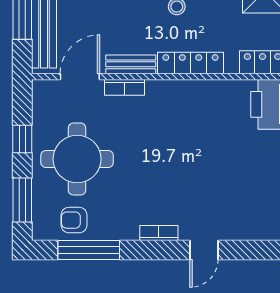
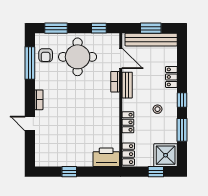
locker: (190, 63) -> (128, 122), width x0.66
window: (22, 139) -> (99, 28), moved
armchair: (74, 220) -> (46, 55), turned 180

